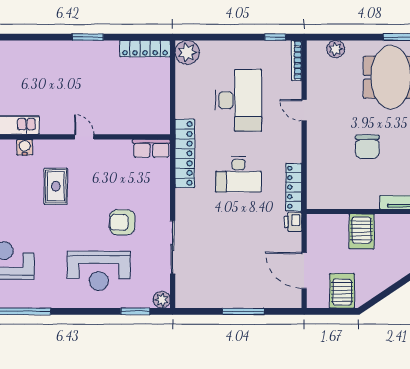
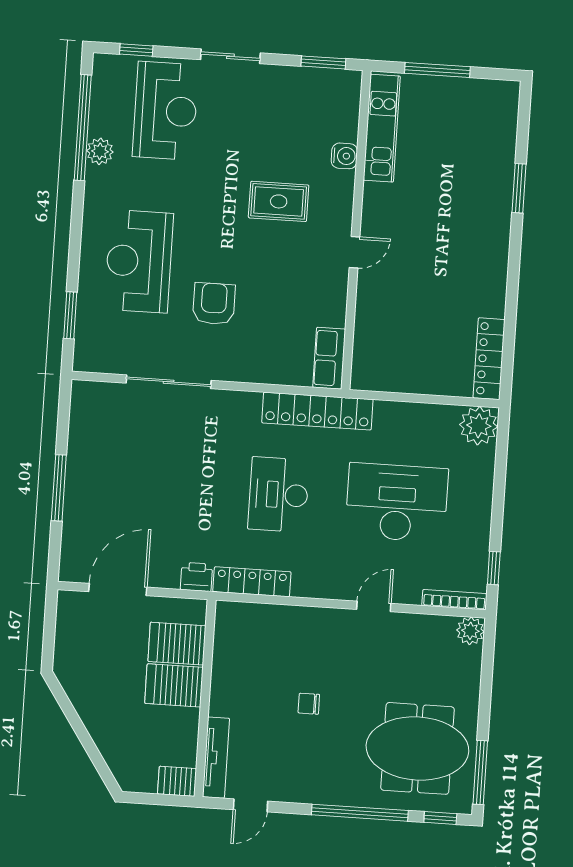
window: (88, 37) -> (519, 188), moved
plant: (336, 49) -> (470, 631), moved
desk: (238, 100) -> (397, 502), turned 180
chair: (367, 147) -> (309, 704), width x0.54, depth x0.54
server rack: (342, 291) -> (177, 644), moved, turned 180
plant: (162, 300) -> (100, 151), moved

